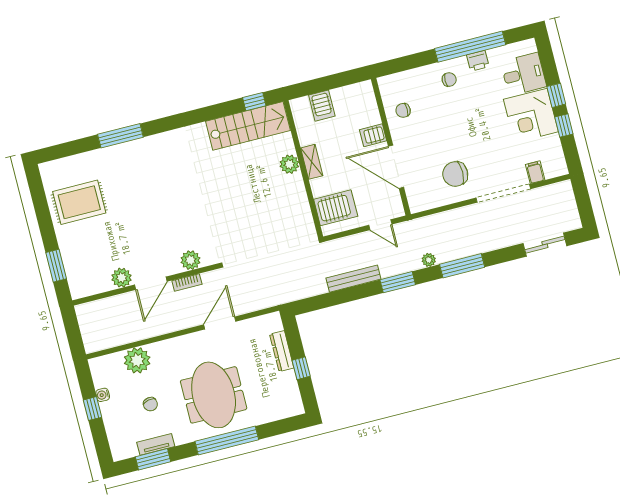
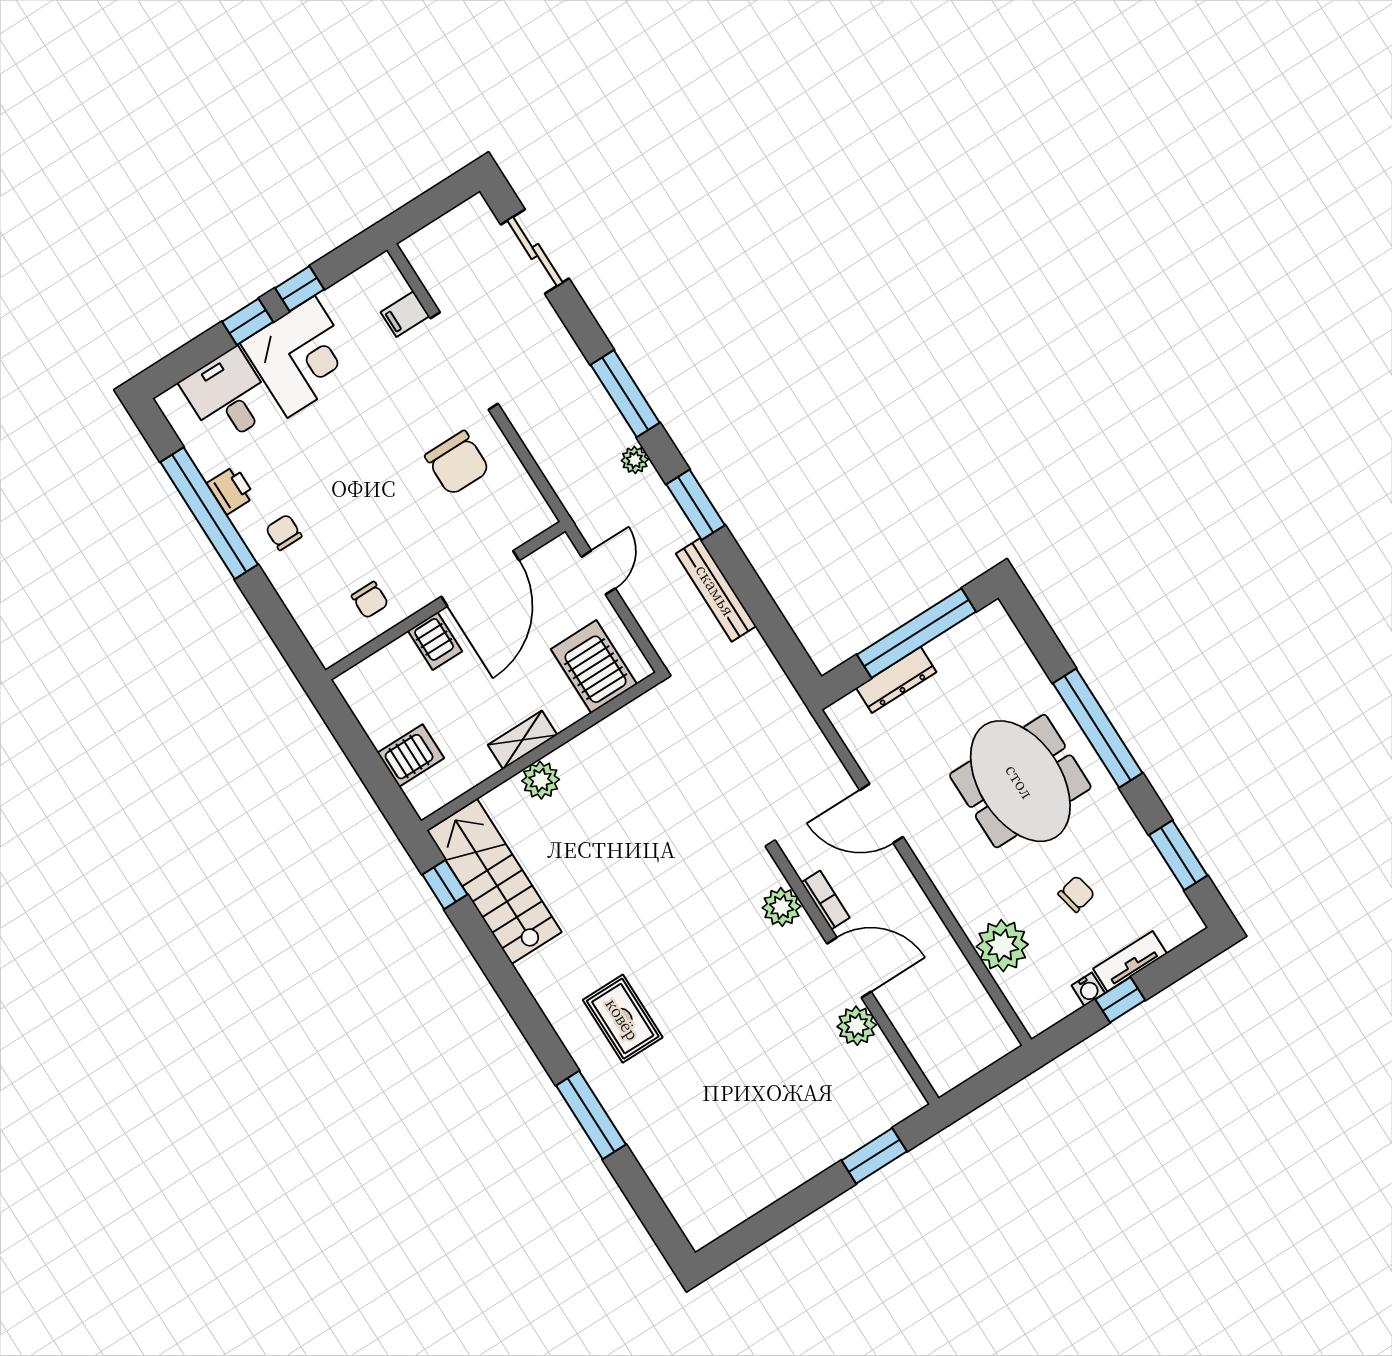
rug: (79, 202) -> (623, 1019), moved, width x0.73, depth x0.70
window: (301, 368) -> (916, 633), width x3.17
meeting table: (214, 395) -> (1020, 781), turned 90
tv unit: (156, 444) -> (1130, 961), moved, turned 90

